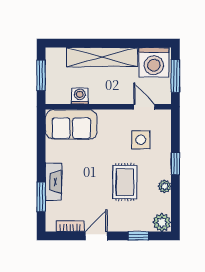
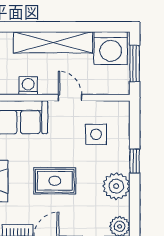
door: (144, 107) -> (70, 98), moved
rug: (125, 182) -> (55, 181), moved, turned 90
plant: (165, 186) -> (116, 186), width x1.87, depth x1.87

